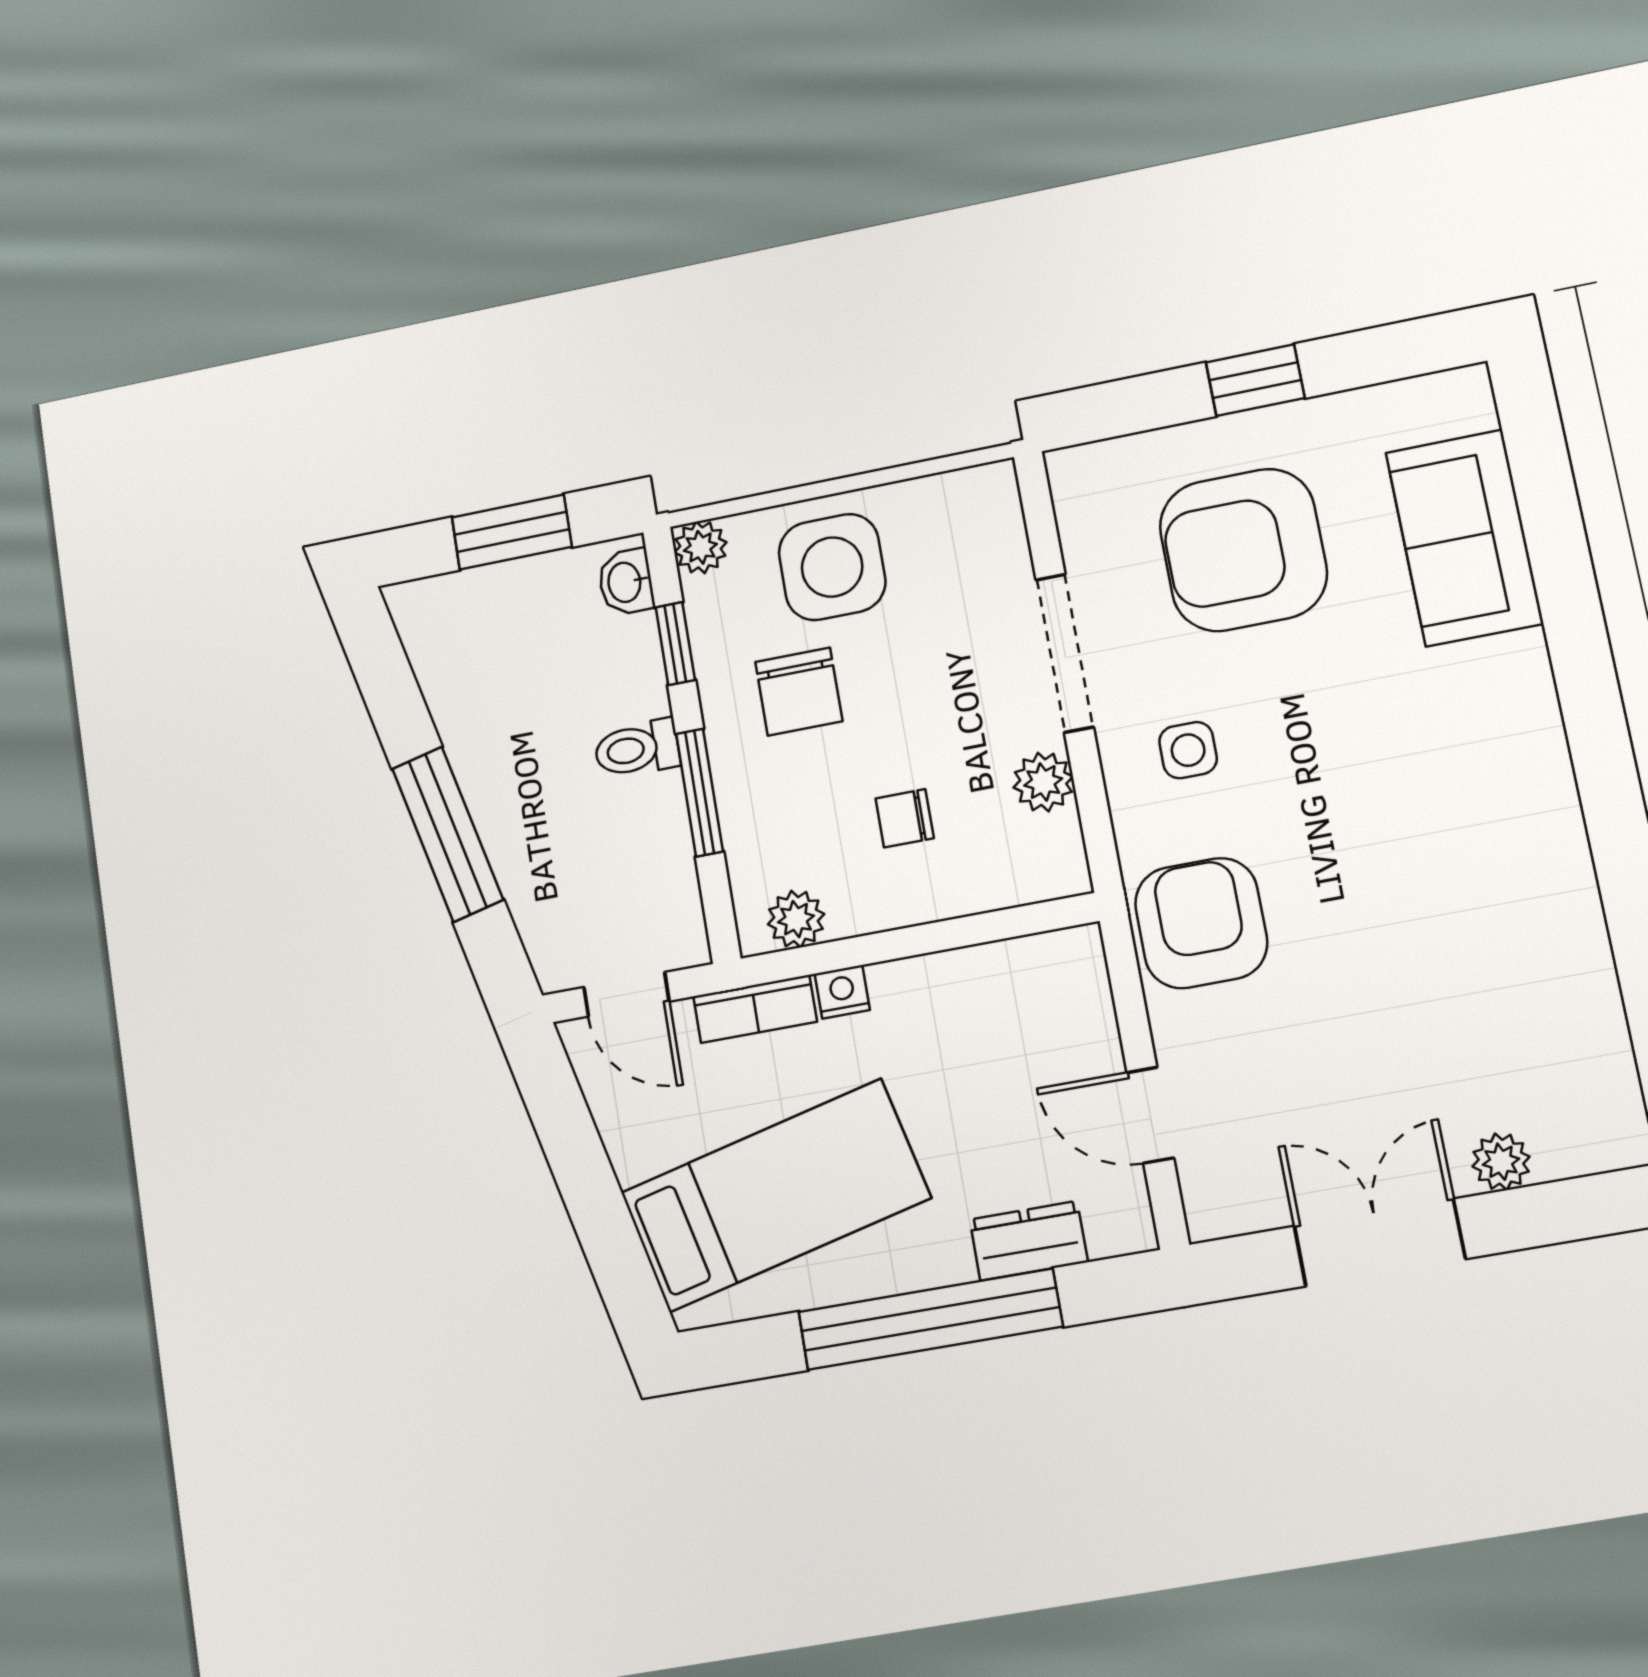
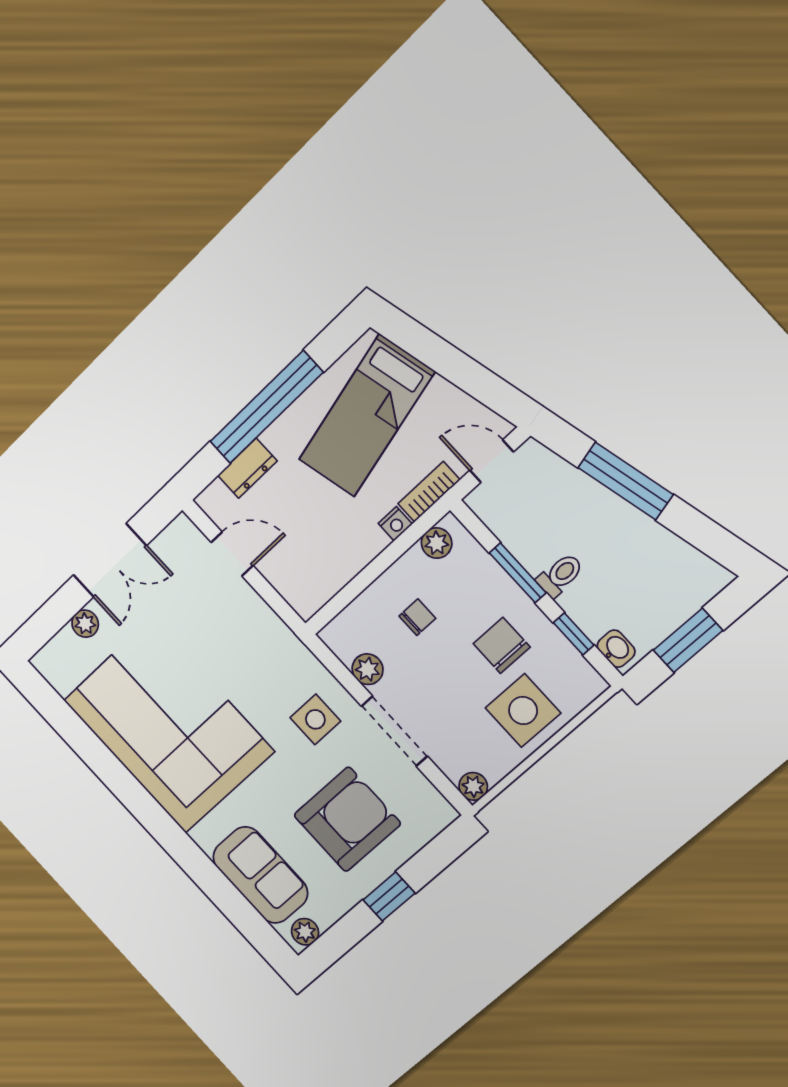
plant: (1447, 396) -> (305, 932), added
plant: (700, 547) -> (473, 786), moved
side table: (1188, 750) -> (315, 719), width x1.37, depth x1.37
corner sofa: (1463, 891) -> (169, 726), added
armchair: (1201, 923) -> (263, 649), removed

